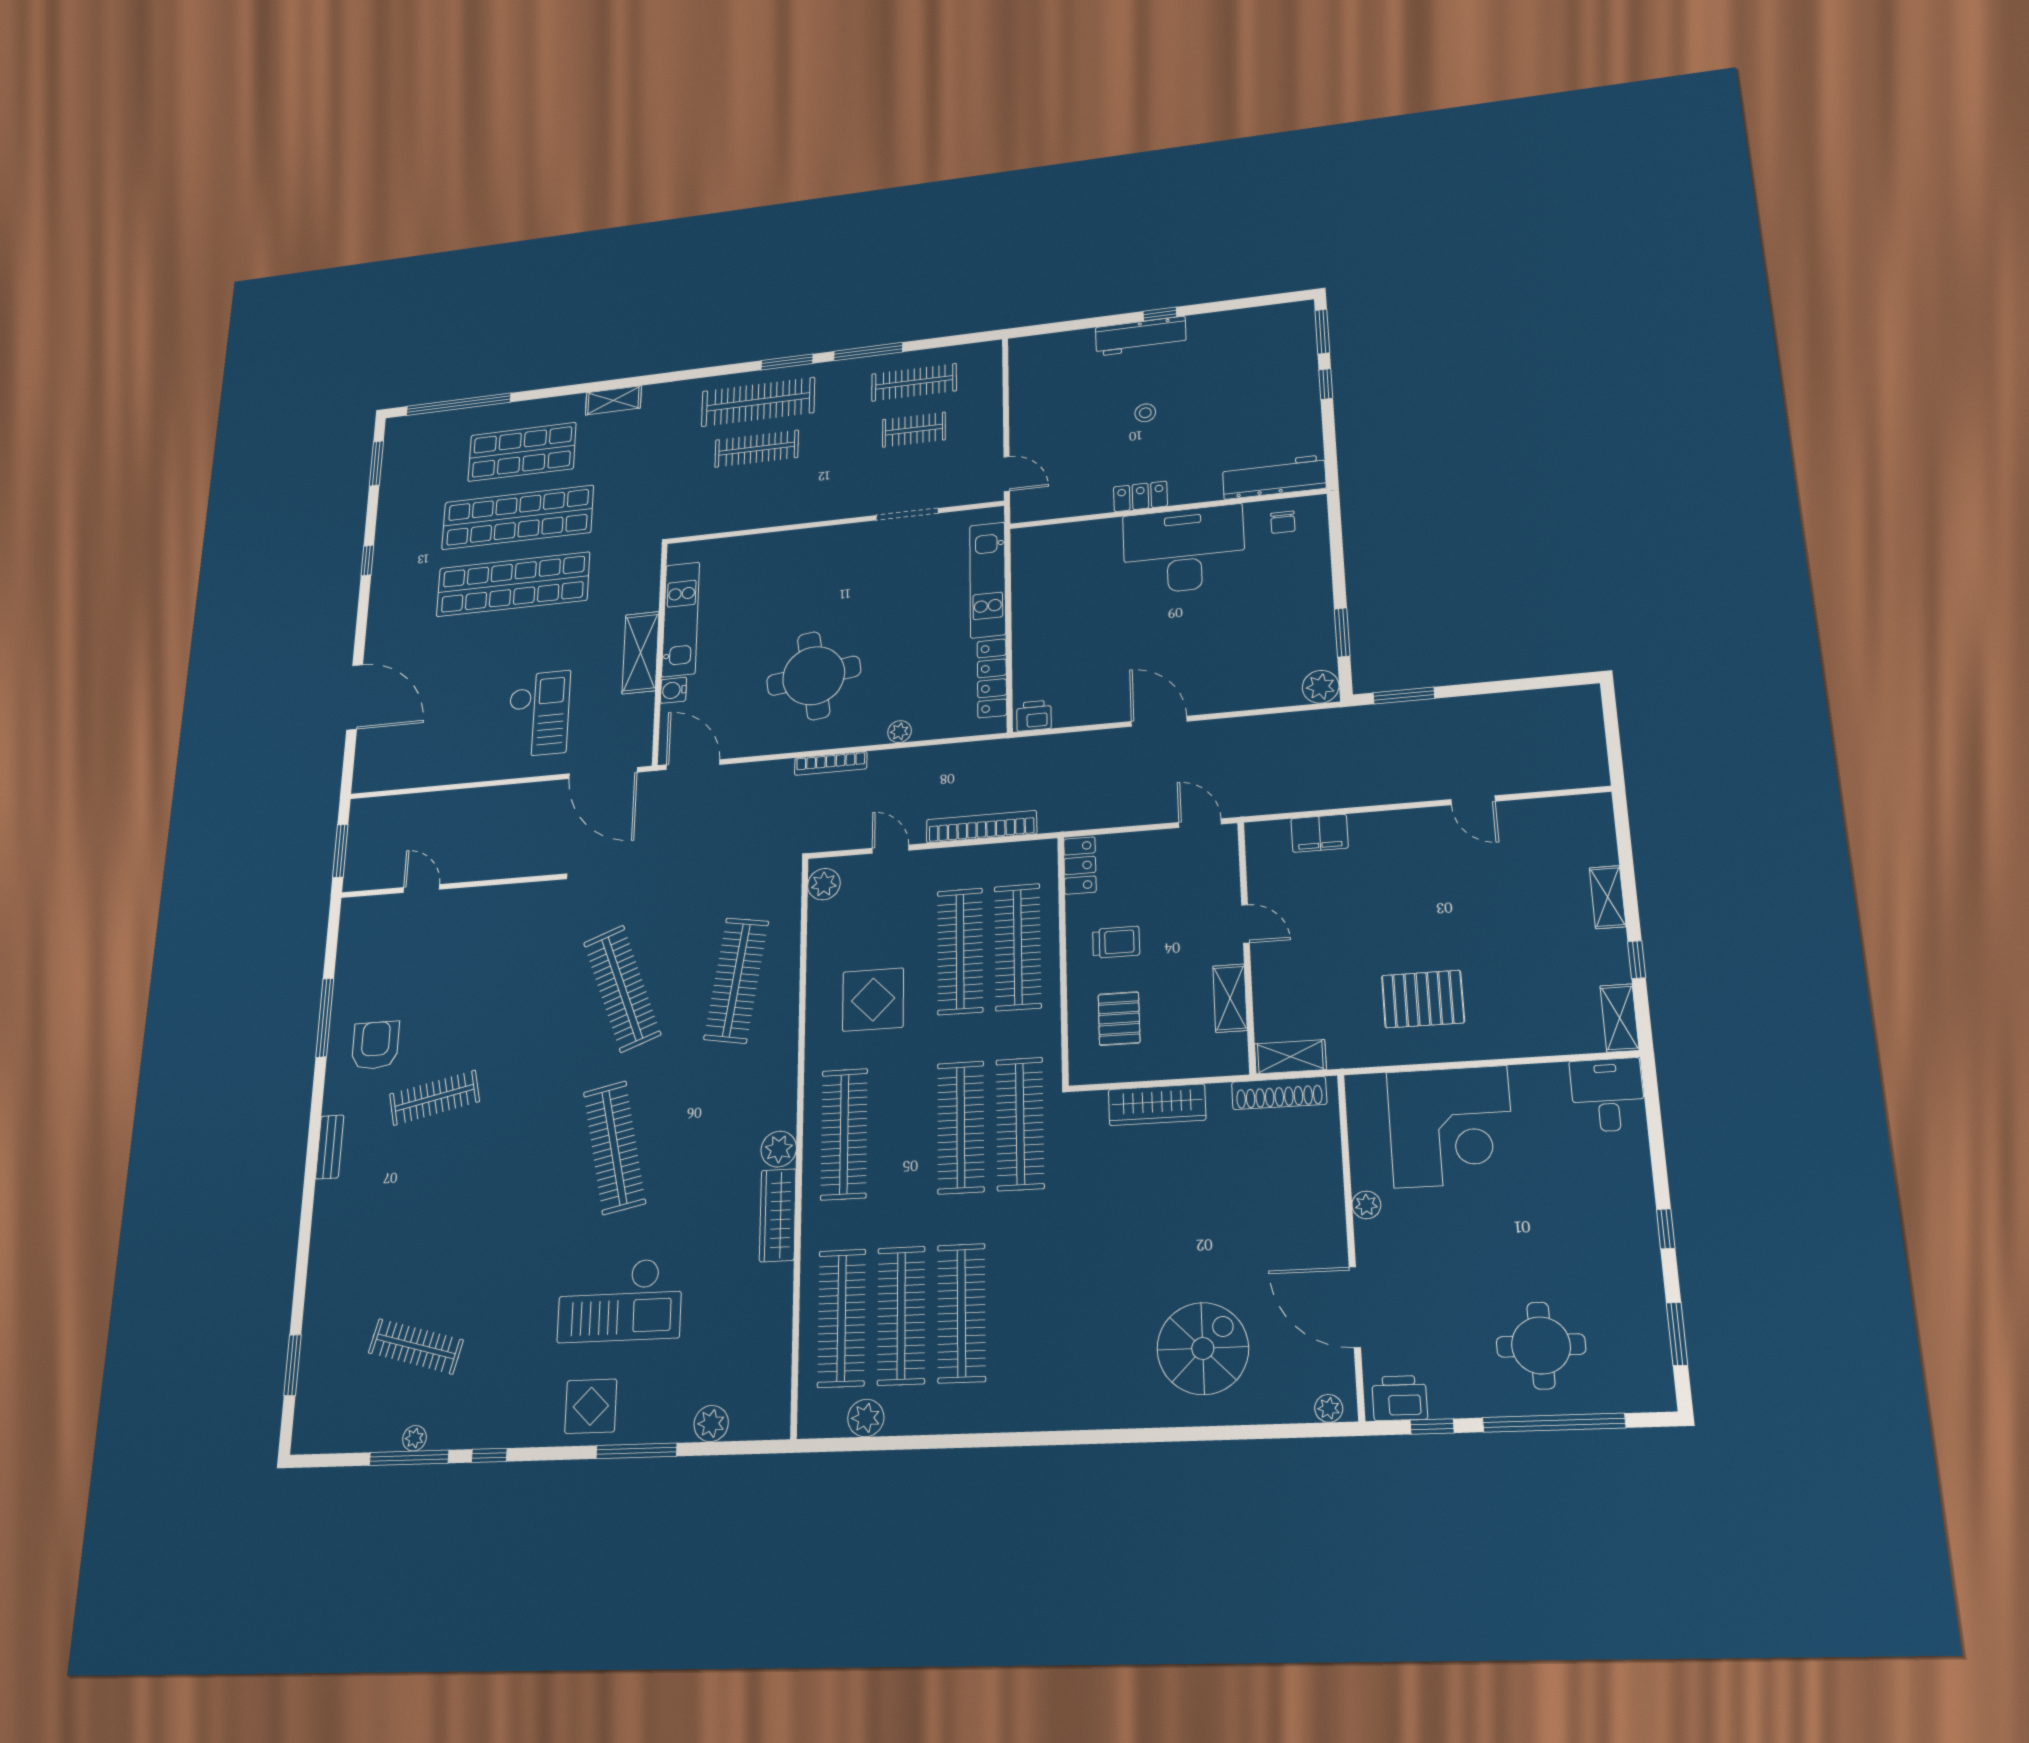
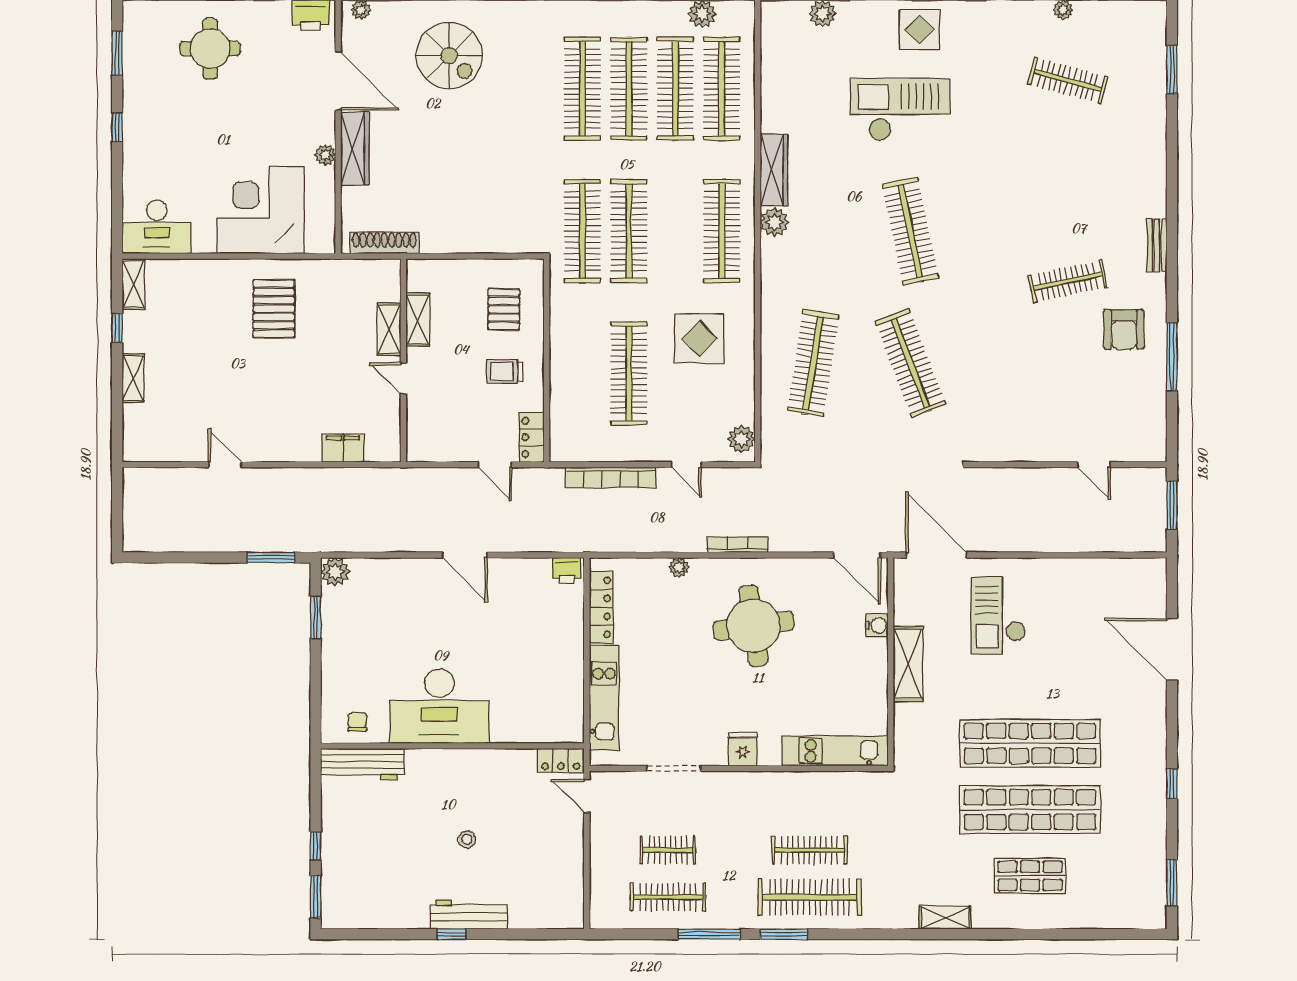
window: (458, 404) -> (1096, 934), removed
shop shelf: (522, 452) -> (1030, 876), width x0.70, depth x0.74
locker: (1140, 496) -> (561, 760), moved
fridge: (828, 543) -> (743, 749), added
kitchen unit: (681, 619) -> (835, 751), moved, turned 90
door: (1200, 823) -> (495, 465), moved
clothes rail: (1018, 947) -> (582, 89), moved
pallet: (1423, 999) -> (274, 309), turned 90
shelving: (1290, 1057) -> (389, 329), moved, turned 90
desk: (1608, 1095) -> (157, 227), width x1.37
wardrobe: (1157, 1105) -> (355, 148), moved, turned 90
spiral stairs: (1203, 1348) -> (449, 56), turned -90

